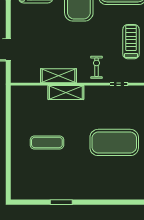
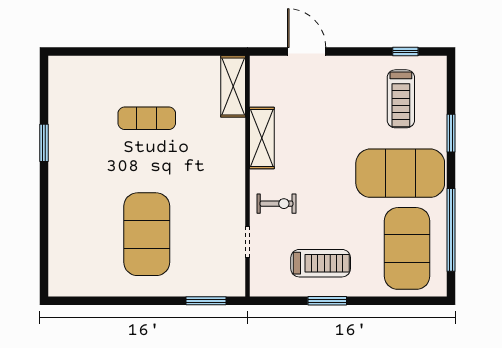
shelving: (66, 92) -> (233, 86), moved
exercise mat: (47, 142) -> (147, 118), turned 90

